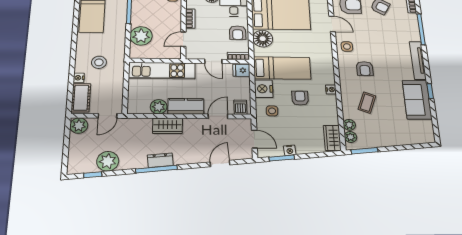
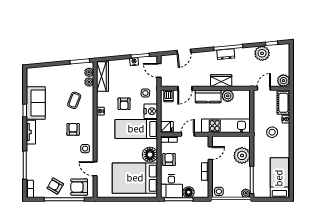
tv unit: (418, 60) -> (31, 132), width x0.71
door: (213, 61) -> (188, 134), hinge flipped
wardrobe: (332, 138) -> (102, 77), width x1.50

